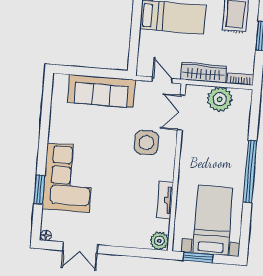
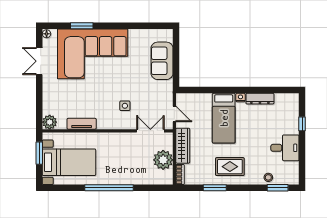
door: (162, 80) -> (174, 114), hinge flipped
sofa: (101, 91) -> (162, 61), width x0.73
side table: (146, 143) -> (125, 106), width x0.54, depth x0.54
corner sofa: (68, 178) -> (93, 54), width x1.36, depth x1.36

